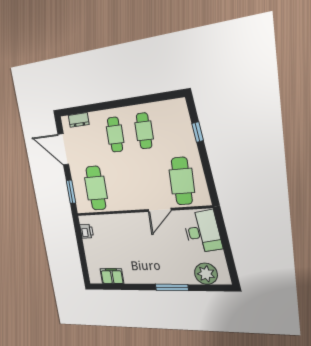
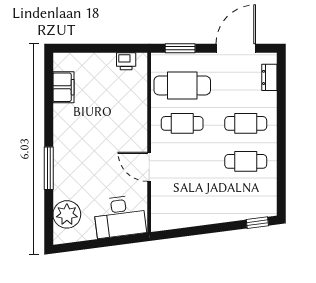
window: (198, 132) -> (257, 223), moved
cafe table: (182, 181) -> (182, 123), moved, width x0.73, depth x0.74

